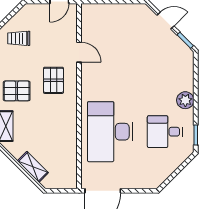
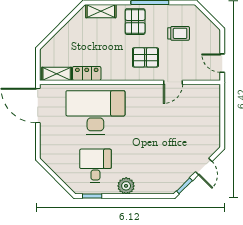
trolley: (19, 38) -> (179, 33), moved, turned 90
locker: (70, 141) -> (87, 73), added
shelving: (33, 167) -> (57, 74), moved, turned 45

